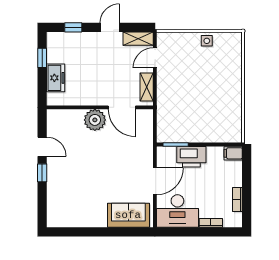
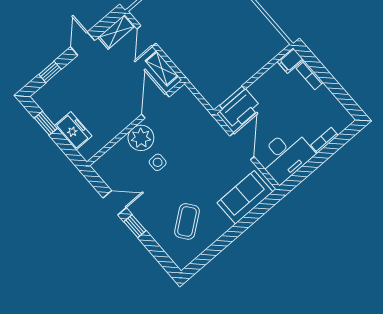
door: (122, 107) -> (155, 106), swing flipped
side table: (92, 145) -> (158, 162), added
printer: (191, 157) -> (241, 109), moved
coffee table: (78, 199) -> (187, 221), added
bookcase: (237, 200) -> (310, 75), moved

